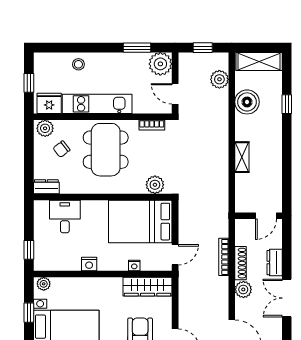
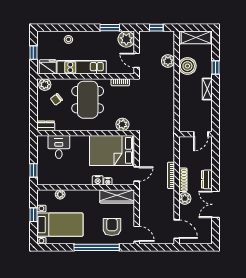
plant: (219, 79) -> (168, 61), moved
shelving: (242, 157) -> (207, 89), moved
wall: (258, 216) -> (196, 134), moved
door: (266, 216) -> (201, 134), moved
nightstand: (89, 264) -> (98, 180), moved
plant: (44, 284) -> (60, 194), moved

